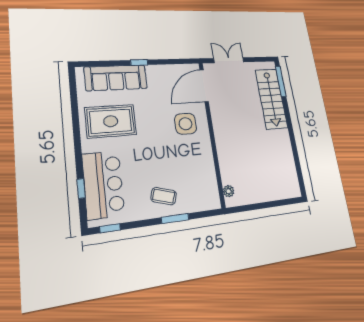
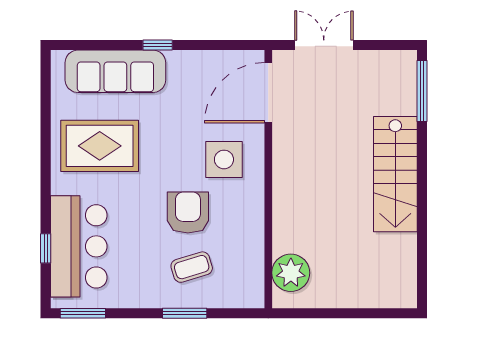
stairs: (271, 99) -> (395, 174), moved
armchair: (169, 156) -> (188, 212), added
plant: (229, 191) -> (291, 273), width x1.87, depth x1.87
coffee table: (164, 196) -> (192, 267), moved, turned -34
window: (110, 228) -> (83, 313), width x1.50

